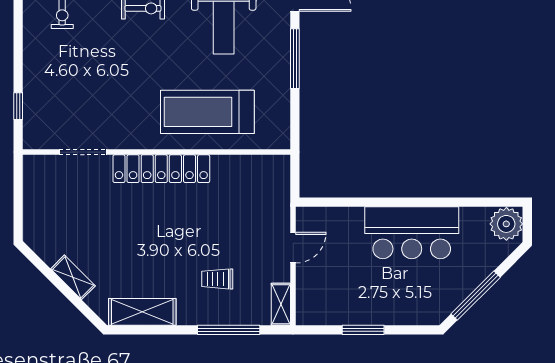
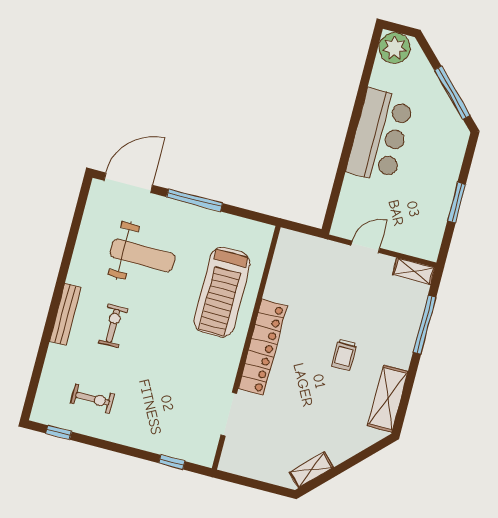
door: (293, 248) -> (365, 247), hinge flipped
shelving: (73, 277) -> (311, 470), moved
trolley: (217, 279) -> (344, 355), moved

